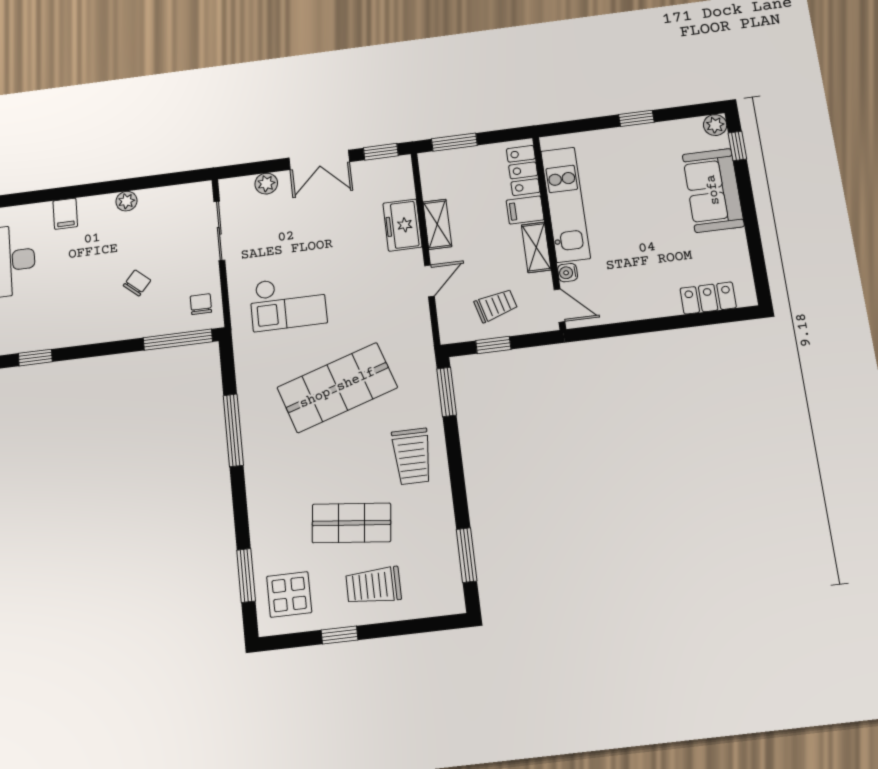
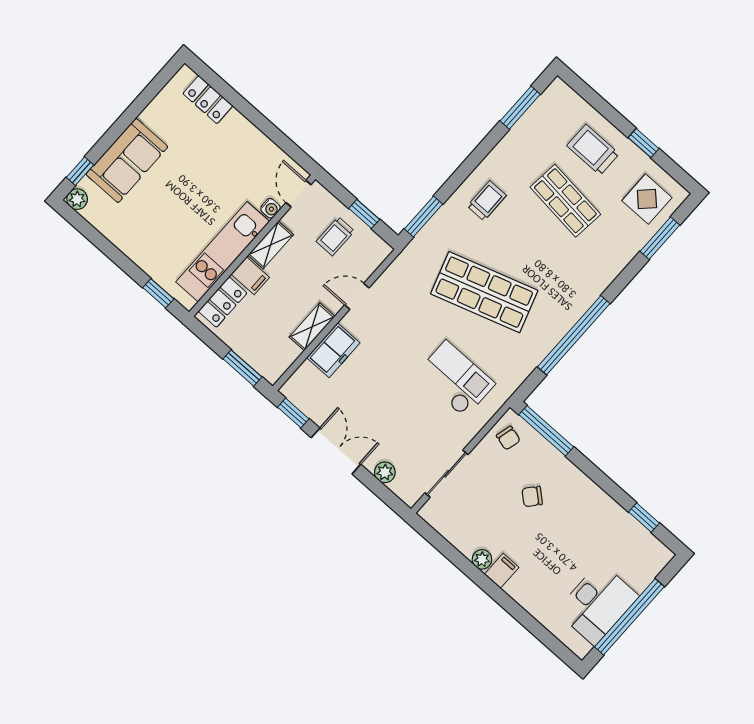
window: (636, 118) -> (158, 293), moved
filing cabinet: (65, 214) -> (502, 571), moved
chair: (201, 304) -> (508, 438), turned -75
trolley: (496, 305) -> (335, 236), turned -75
window: (233, 430) -> (574, 335), width x1.46
trolley: (412, 456) -> (487, 201), width x0.73, depth x0.72
trolley: (373, 586) -> (593, 150), turned 180

